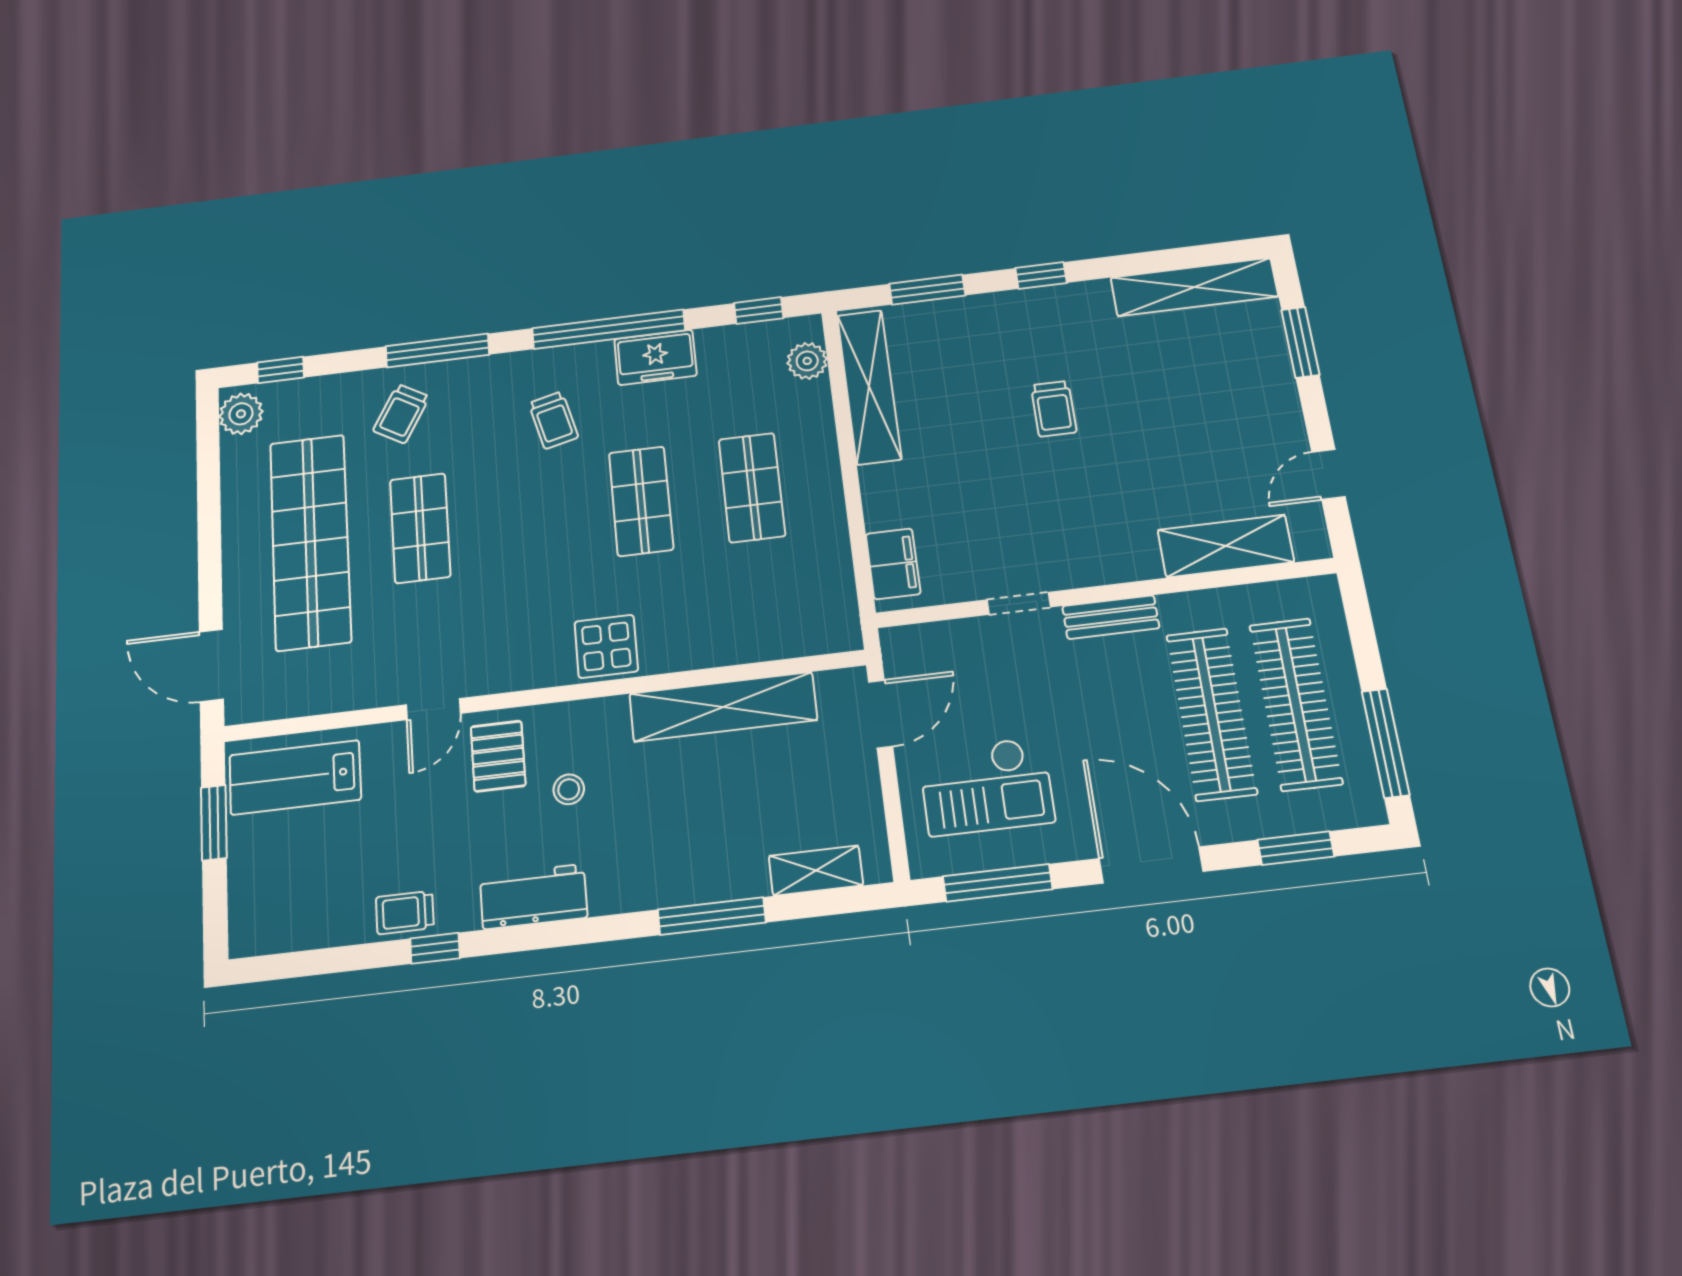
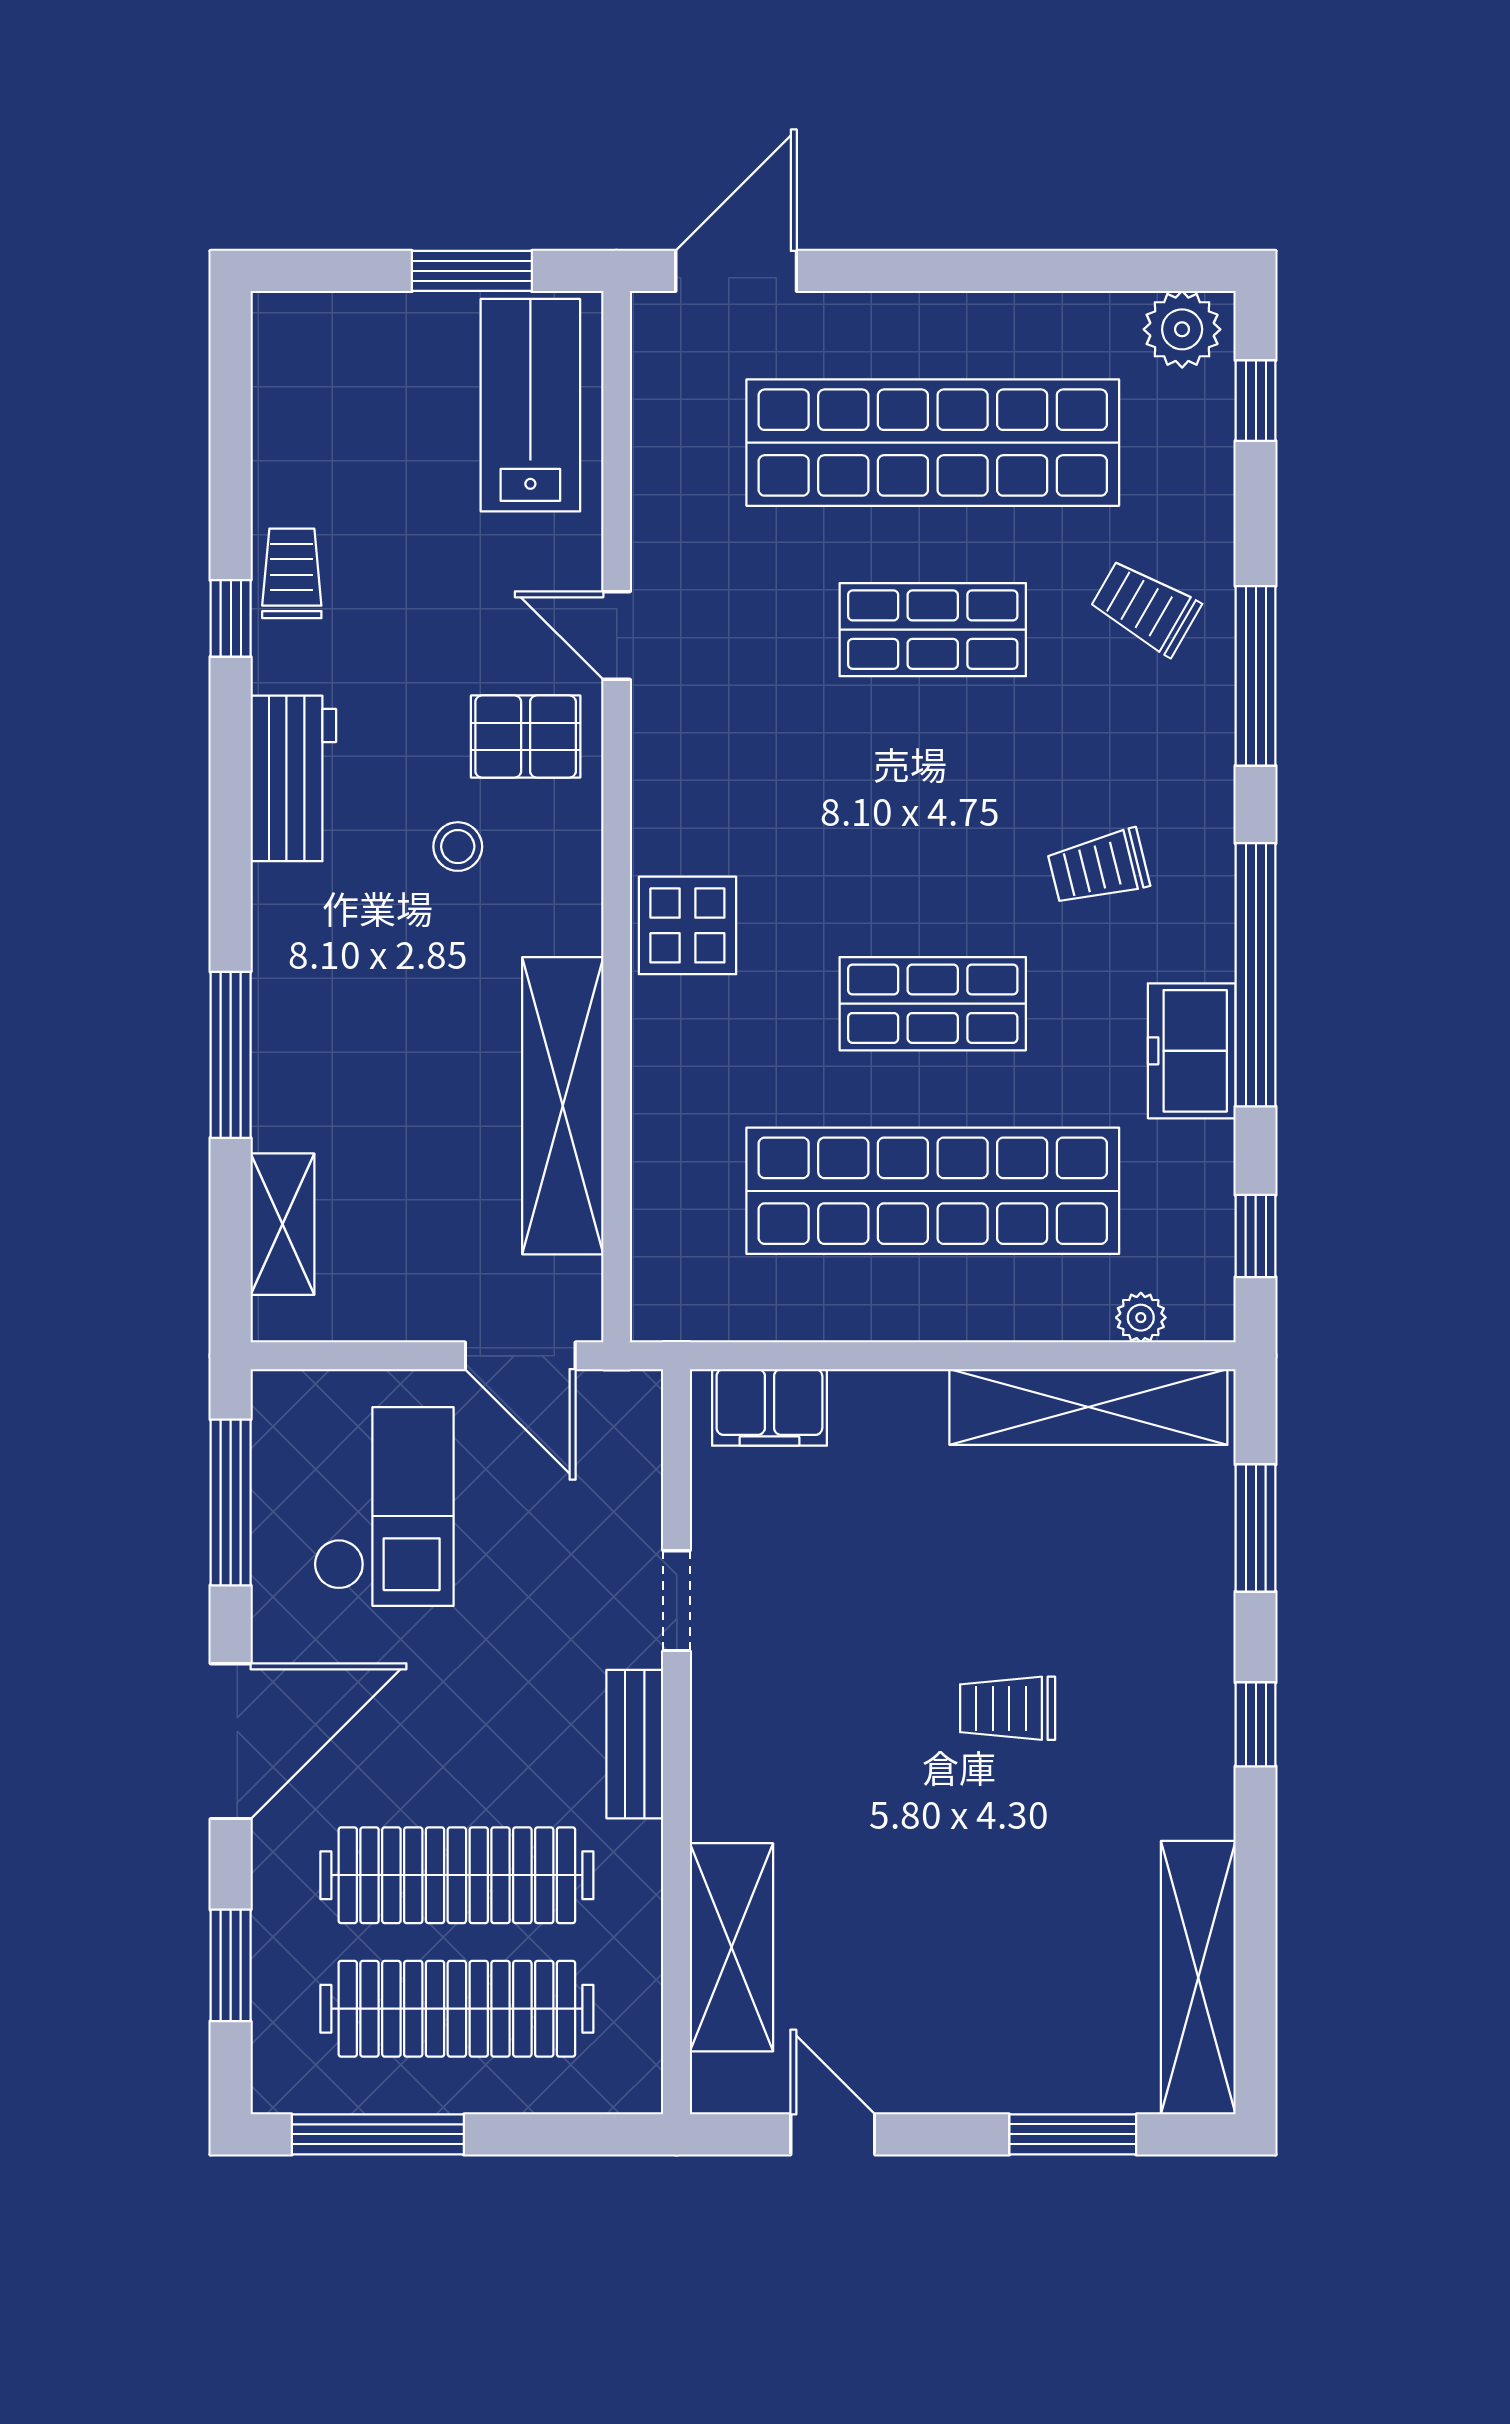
plant: (807, 361) -> (1141, 1318), width x0.73, depth x0.73
shop shelf: (752, 488) -> (933, 1191), width x2.00, depth x1.36
checkout: (986, 786) -> (384, 1507), turned 180

